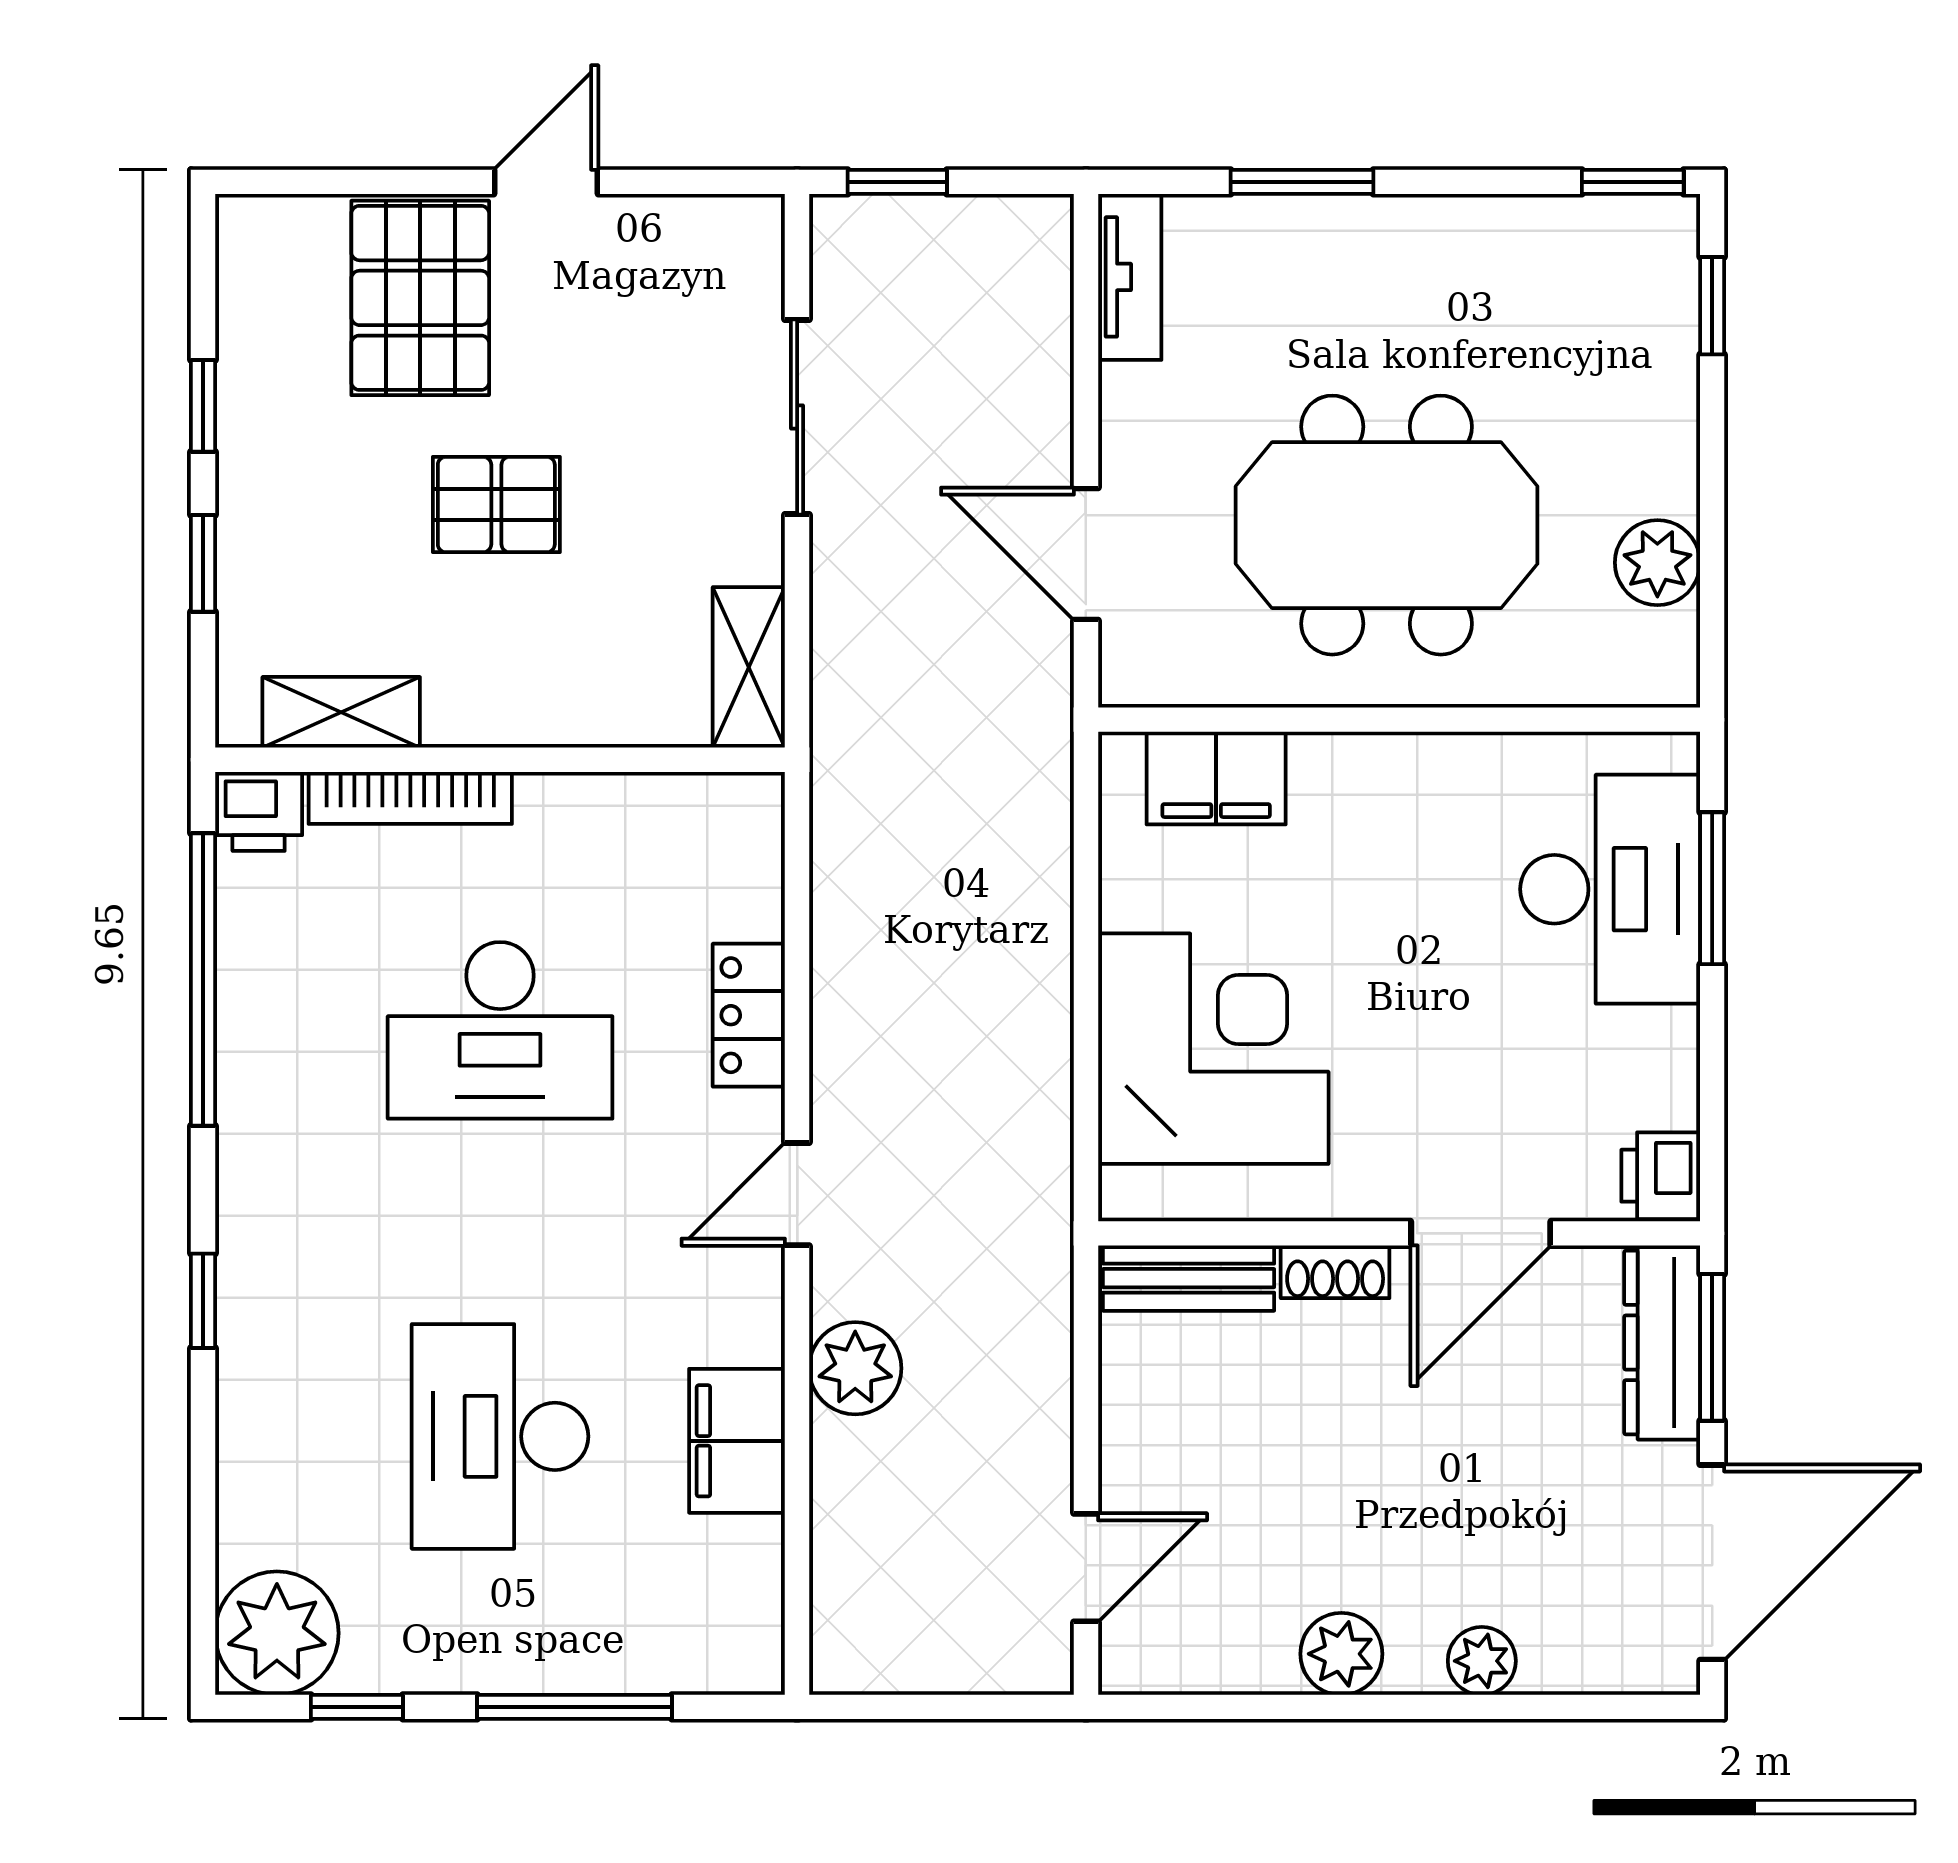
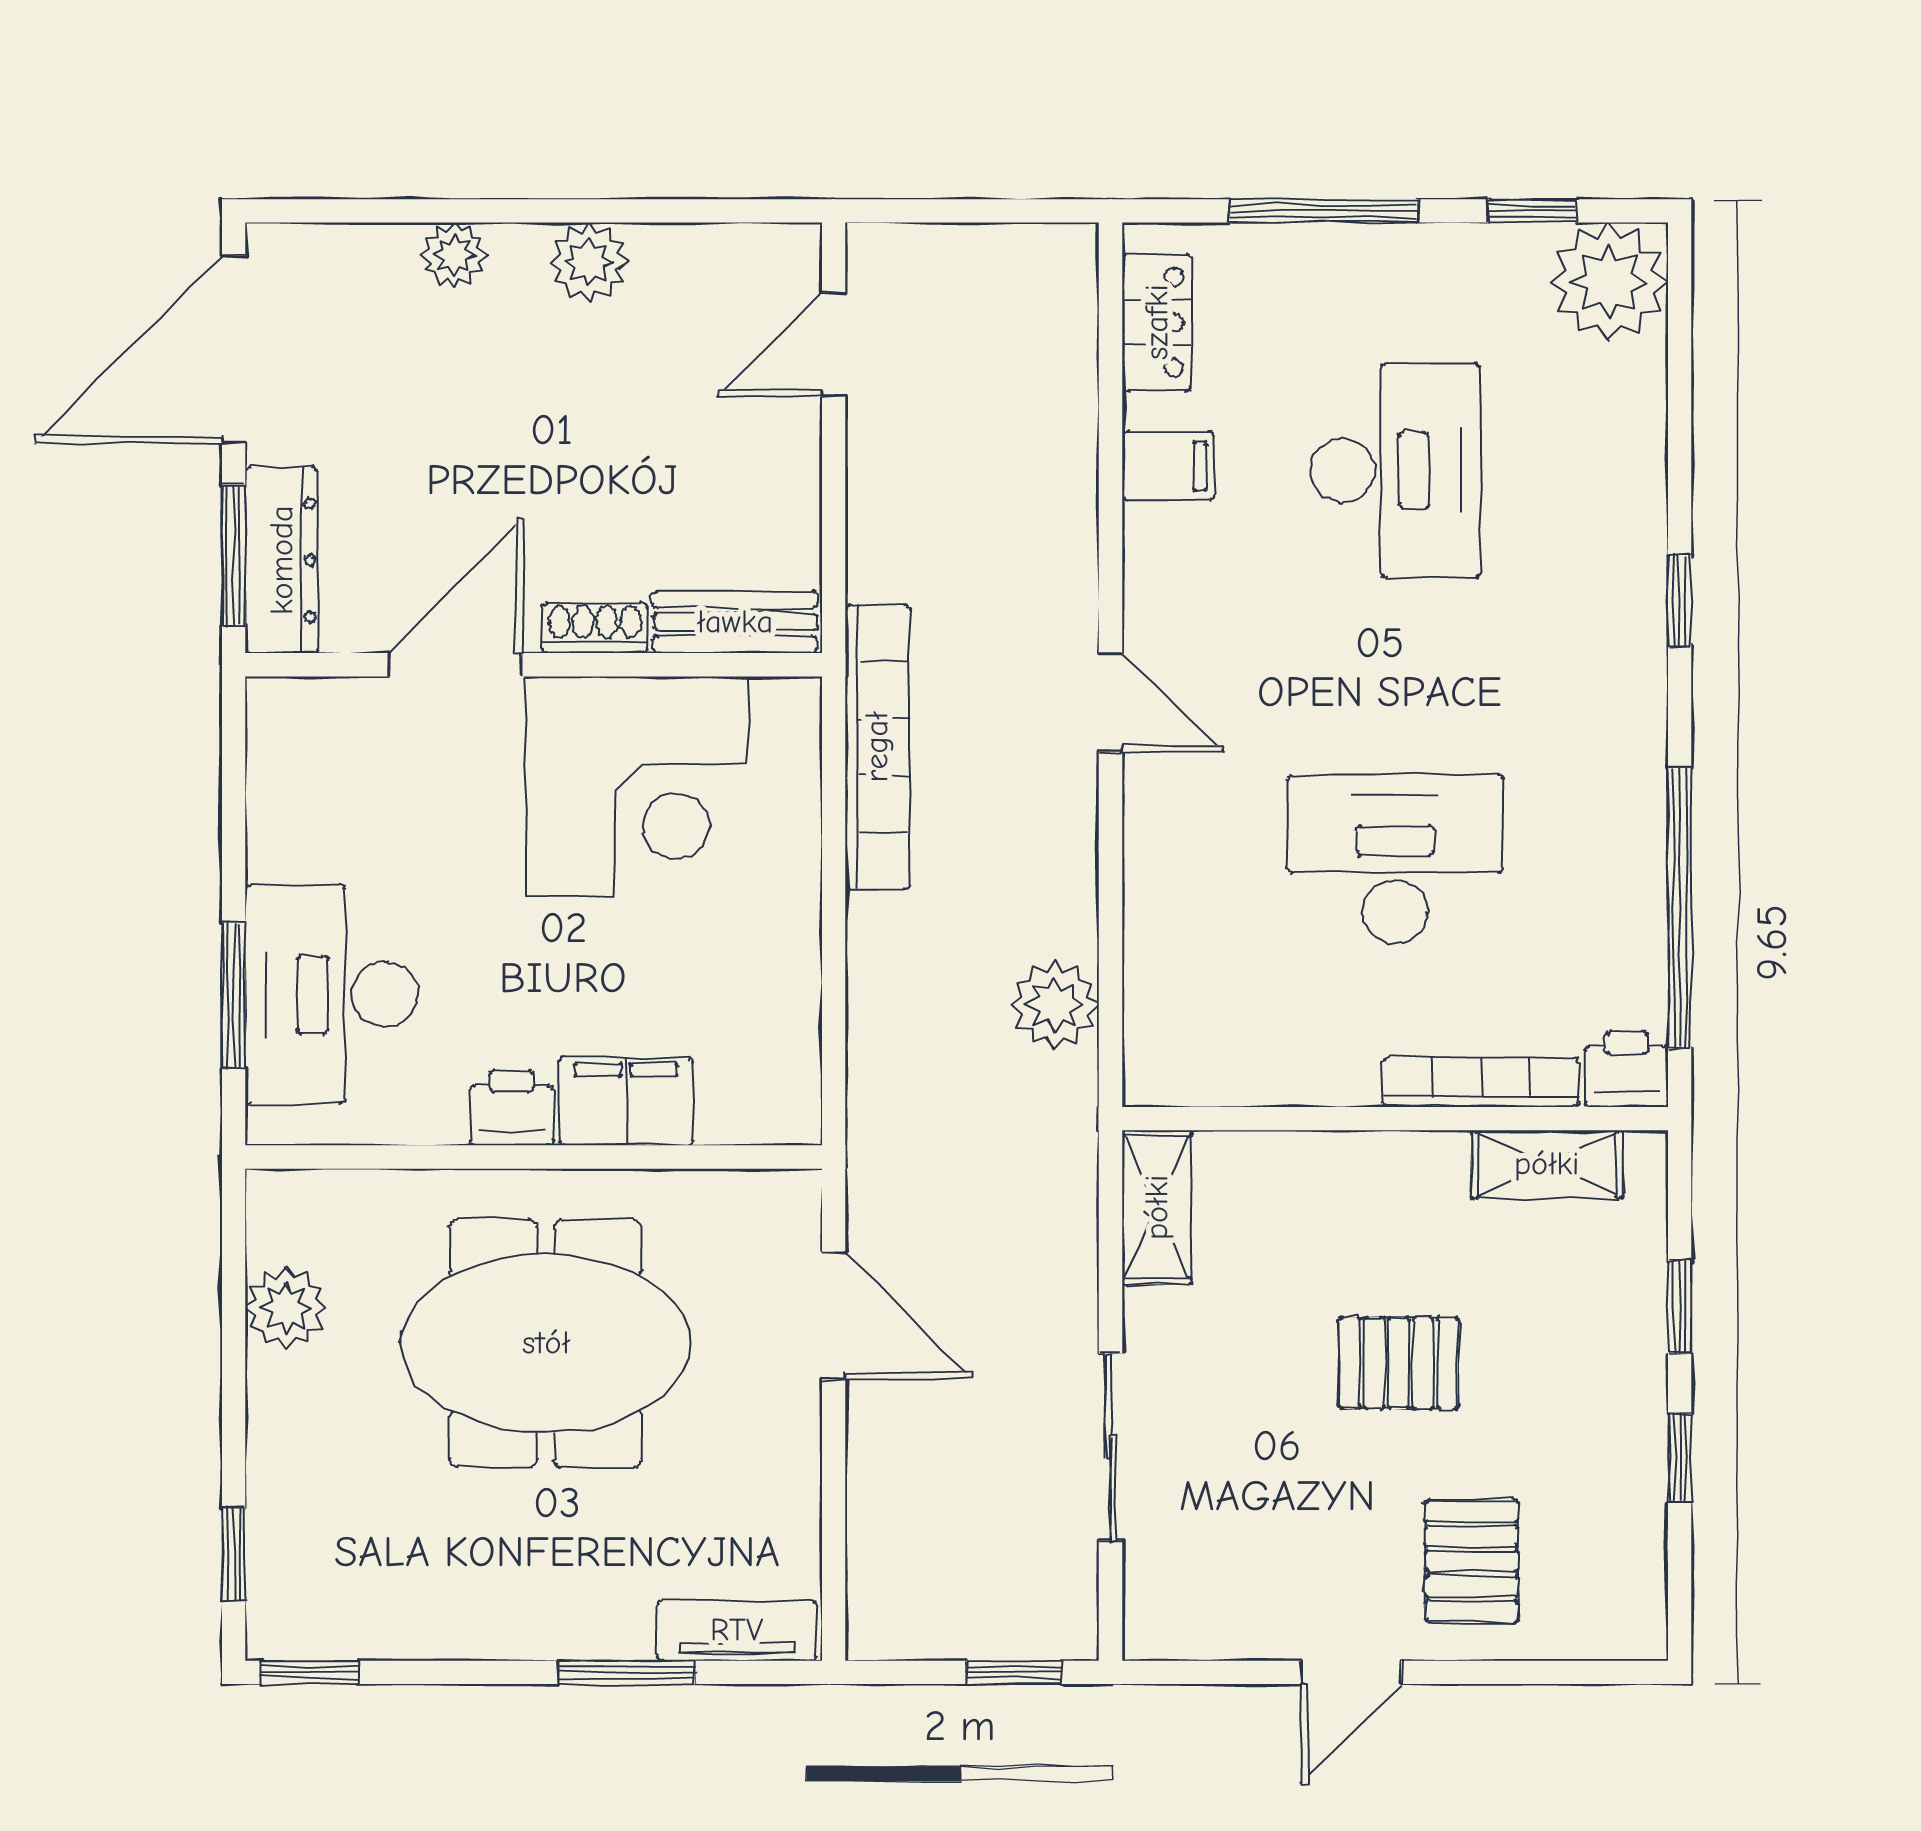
tv unit: (1130, 277) -> (737, 1630), moved, turned 90
pallet: (420, 298) -> (1472, 1561), width x0.67, depth x0.71
filing cabinet: (1216, 778) -> (626, 1101), moved
locker: (749, 1015) -> (1157, 322), moved
corner desk: (1213, 1049) -> (636, 787), moved, turned -90
bookcase: (1040, 1148) -> (877, 747), added
printer: (1661, 1176) -> (512, 1108), moved, turned -90
door: (797, 1194) -> (1110, 702), hinge flipped
plant: (855, 1368) -> (1055, 1005), moved
filing cabinet: (737, 1441) -> (1168, 466), width x0.50

